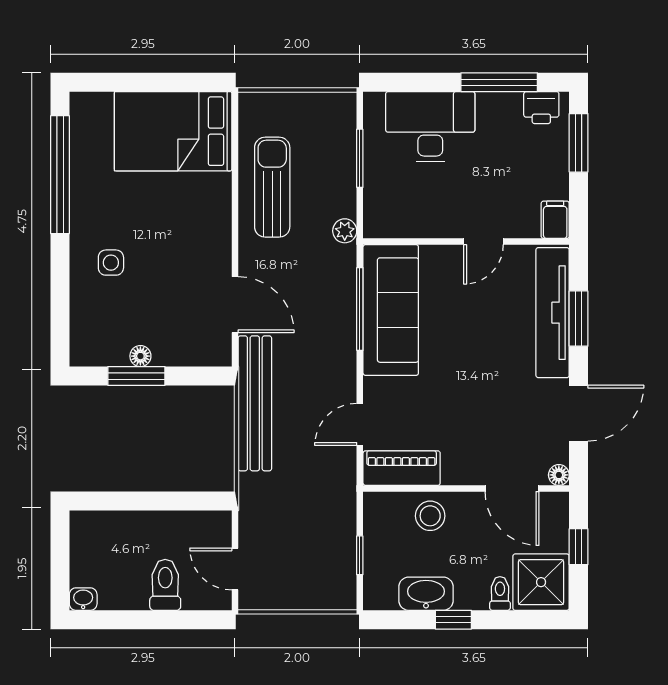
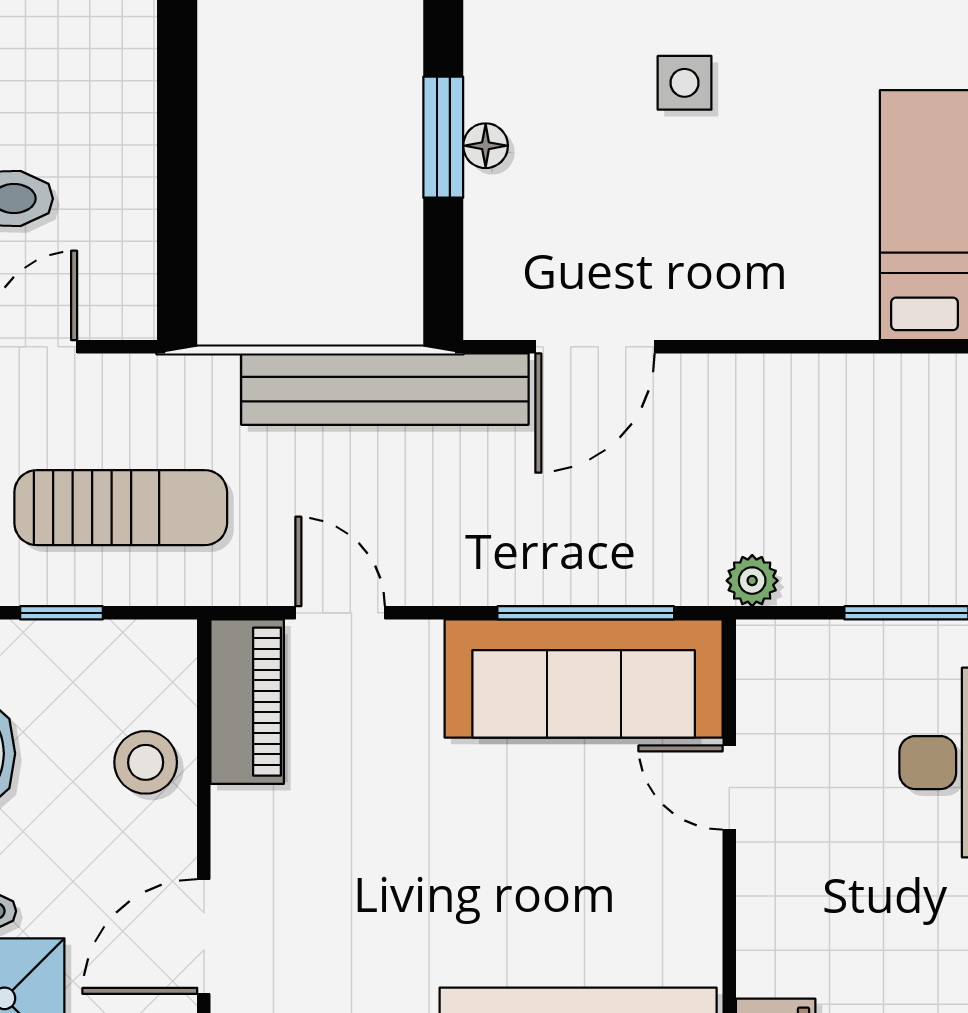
sun lounger: (272, 187) -> (121, 508), moved
door: (483, 242) -> (729, 788), moved

